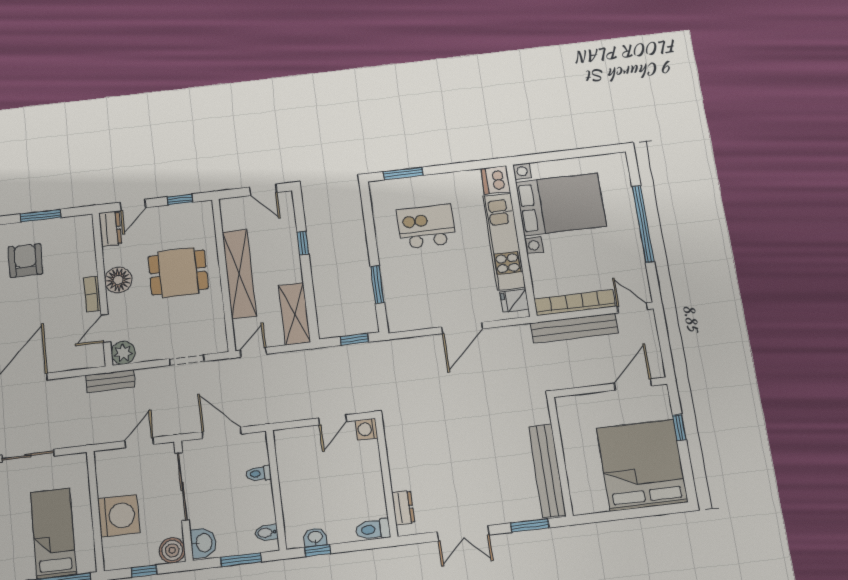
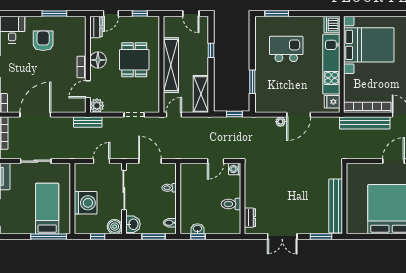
dining table: (178, 272) -> (134, 60), turned 90
plant: (433, 343) -> (280, 122), added
toilet: (373, 529) -> (231, 204), moved

